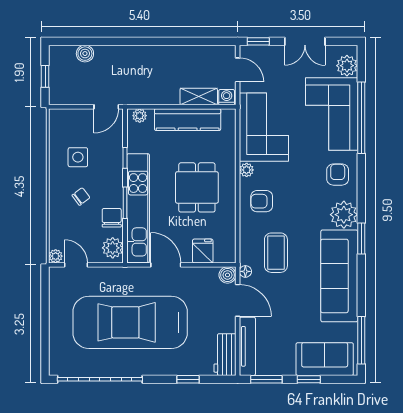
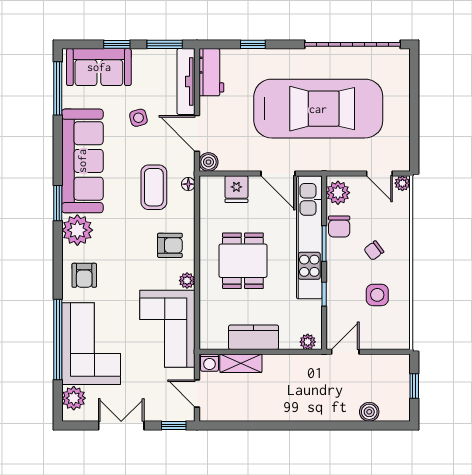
kitchen counter: (188, 120) -> (254, 337), width x0.67
floor lamp: (245, 271) -> (188, 184), moved
side table: (290, 314) -> (138, 118), added

